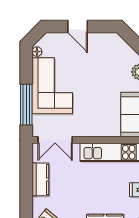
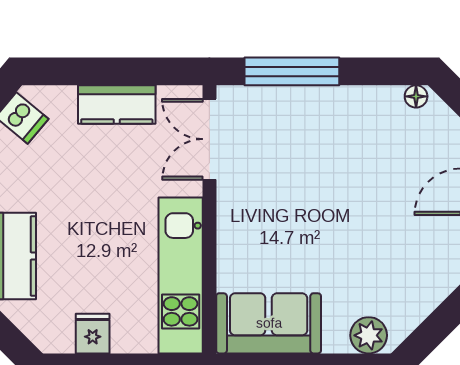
corner sofa: (52, 86) -> (336, 132), removed

